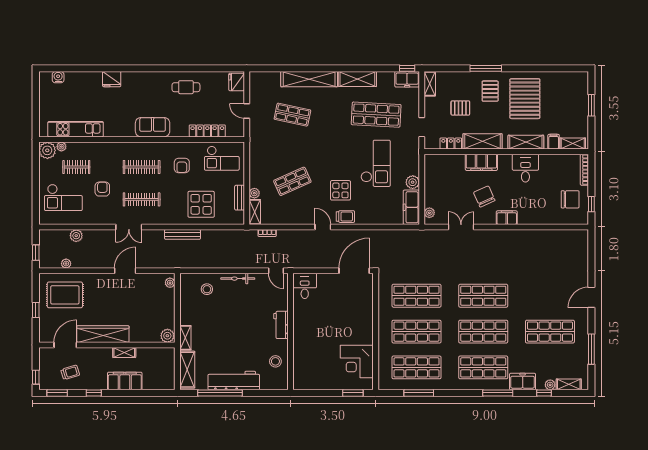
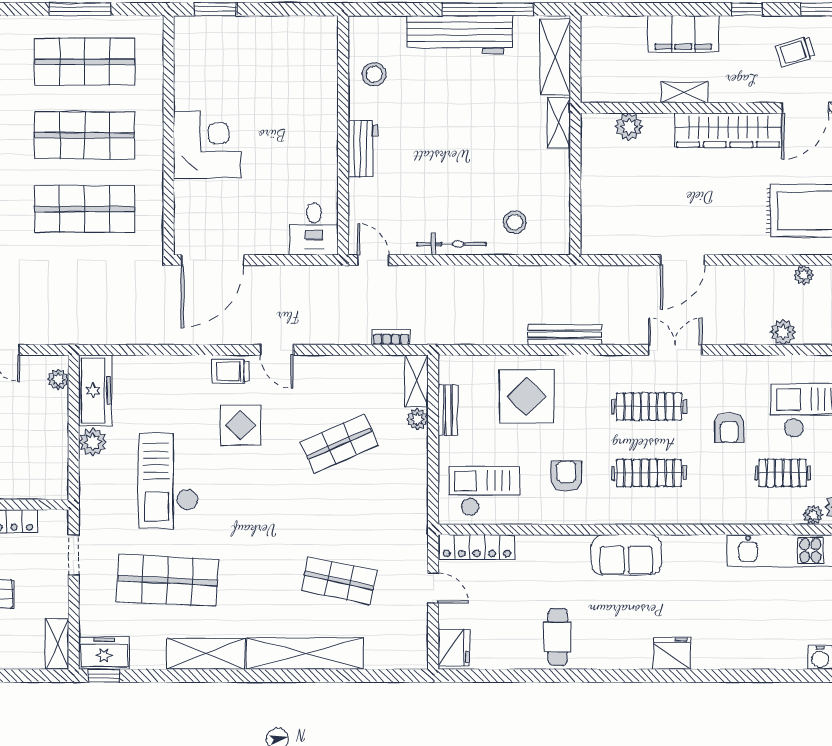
fridge: (112, 79) -> (672, 653), moved
cafe table: (186, 87) -> (558, 637), turned 90
locker: (207, 131) -> (477, 547), moved
plant: (170, 283) -> (591, 236), removed
plant: (167, 336) -> (629, 127), moved
corner desk: (357, 361) -> (207, 145), moved

